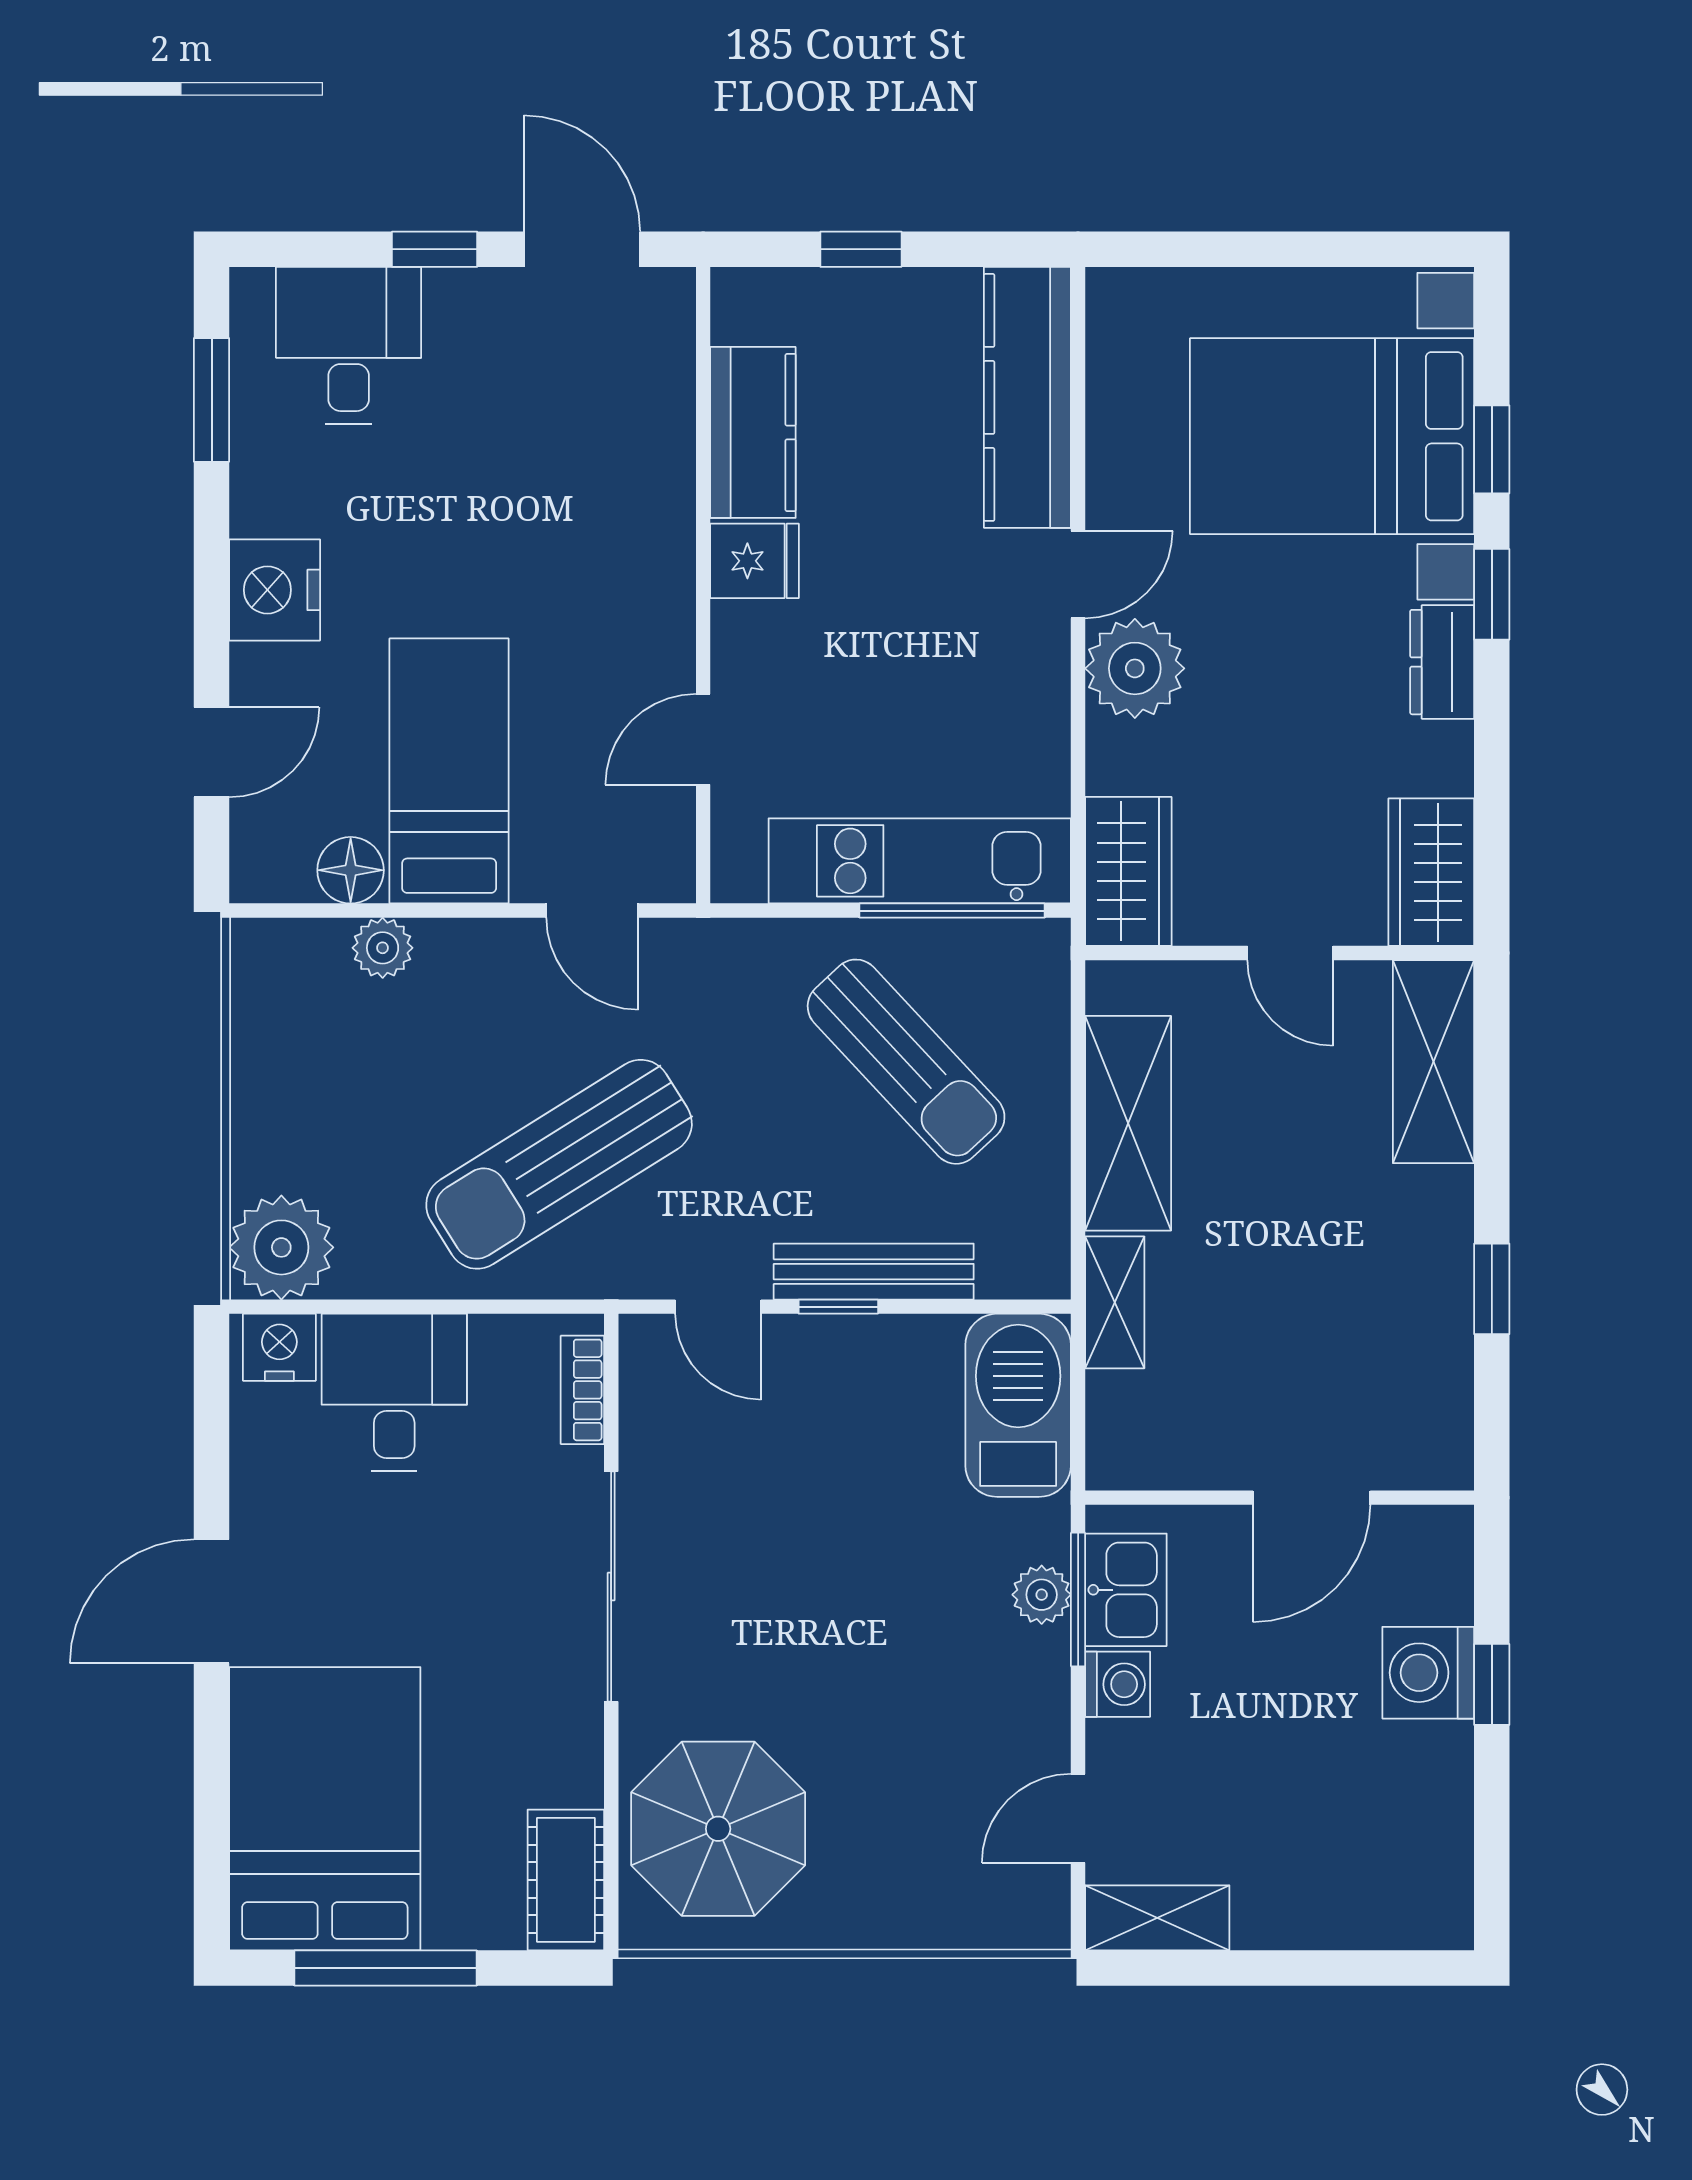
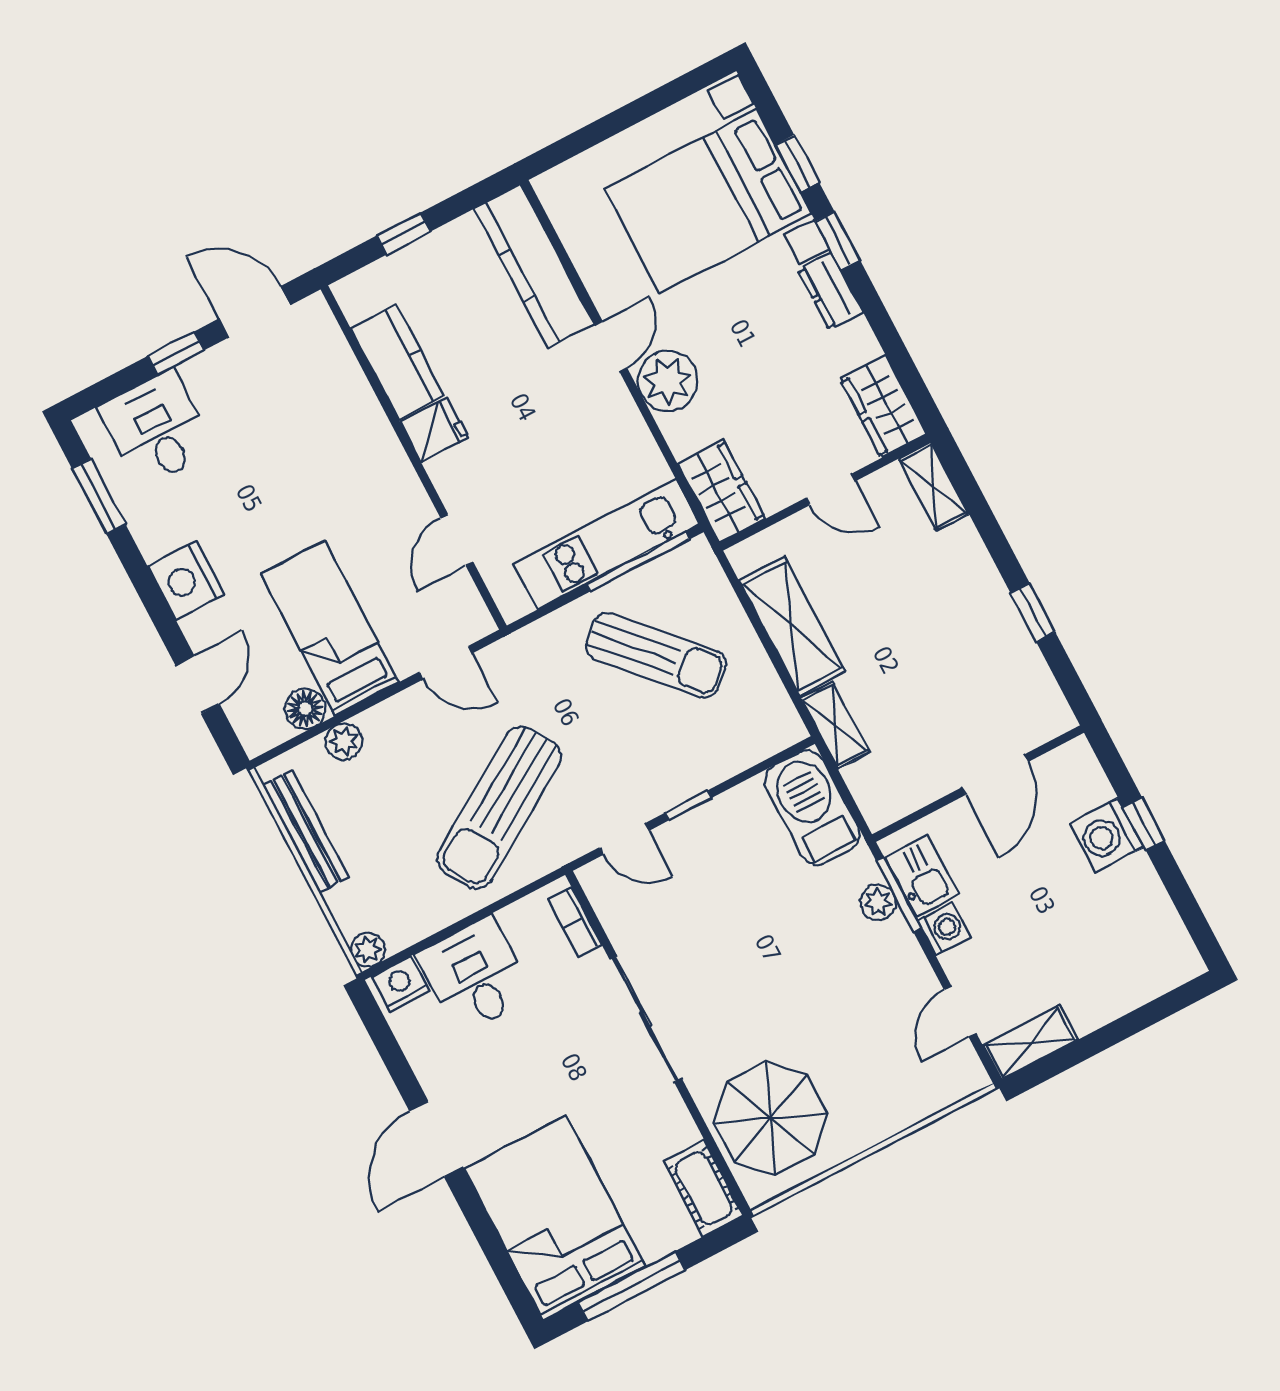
shelving: (1433, 1062) -> (934, 486), width x0.67, depth x0.75
plant: (281, 1247) -> (368, 950), width x0.53, depth x0.53
bench: (874, 1272) -> (306, 831), moved, turned 90

